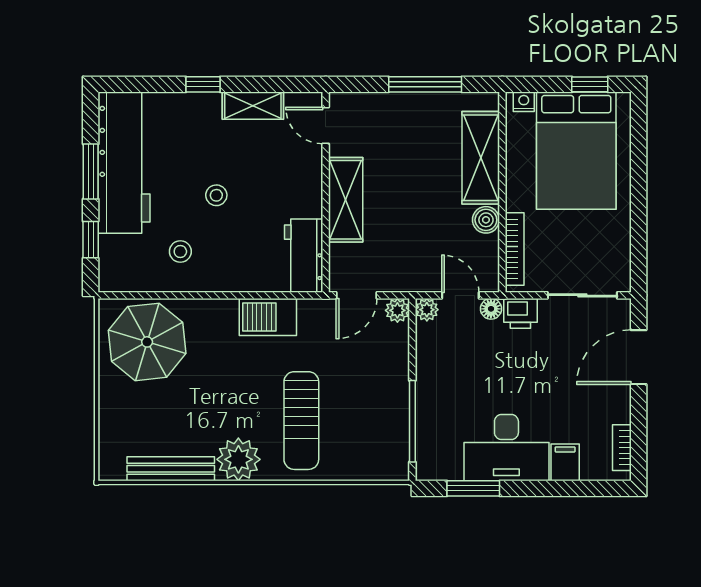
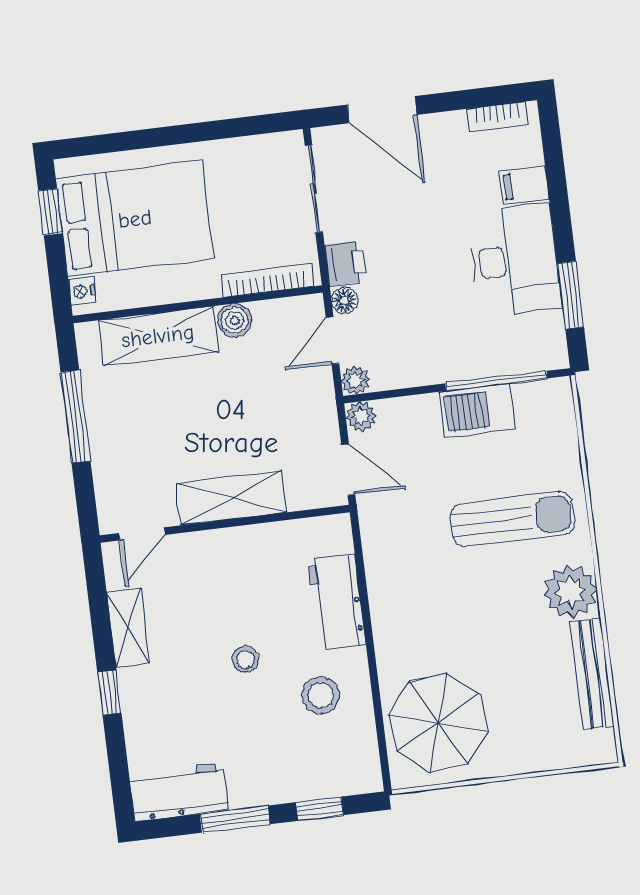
workbench: (124, 163) -> (179, 792), width x0.53, depth x0.76
stool: (180, 252) -> (321, 695), width x1.37, depth x1.37
workbench: (304, 256) -> (337, 602), moved, turned 90
barbecue: (268, 317) -> (478, 410), moved, turned 90

